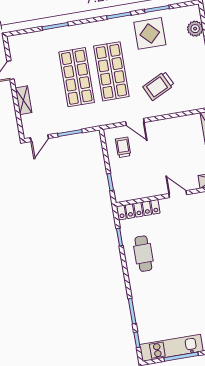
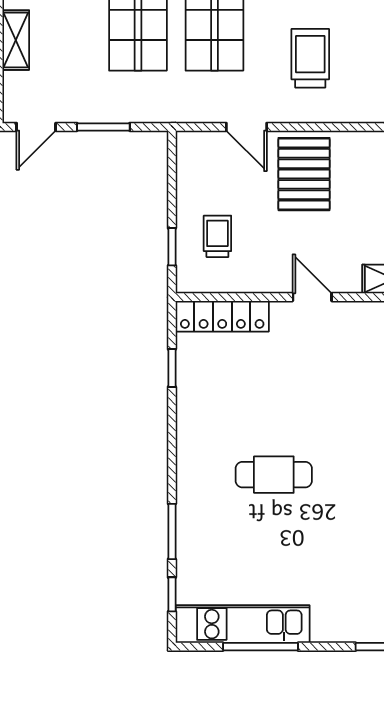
trolley: (159, 86) -> (310, 58), turned 116
pallet: (165, 139) -> (304, 174), added
trolley: (123, 147) -> (217, 236), moved
cafe table: (143, 254) -> (274, 475), moved, turned 90

